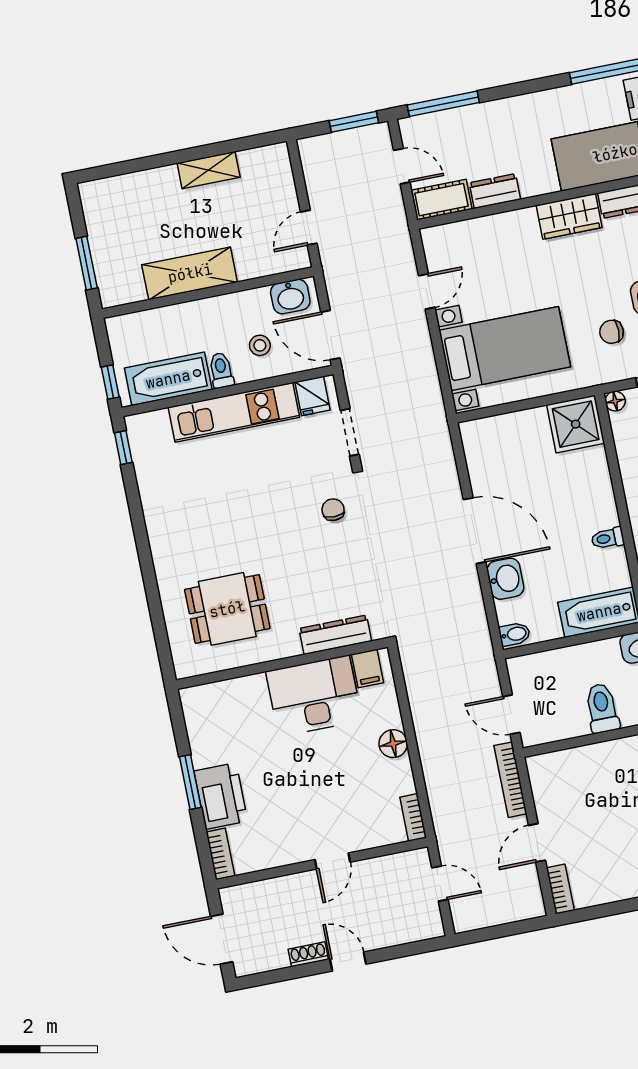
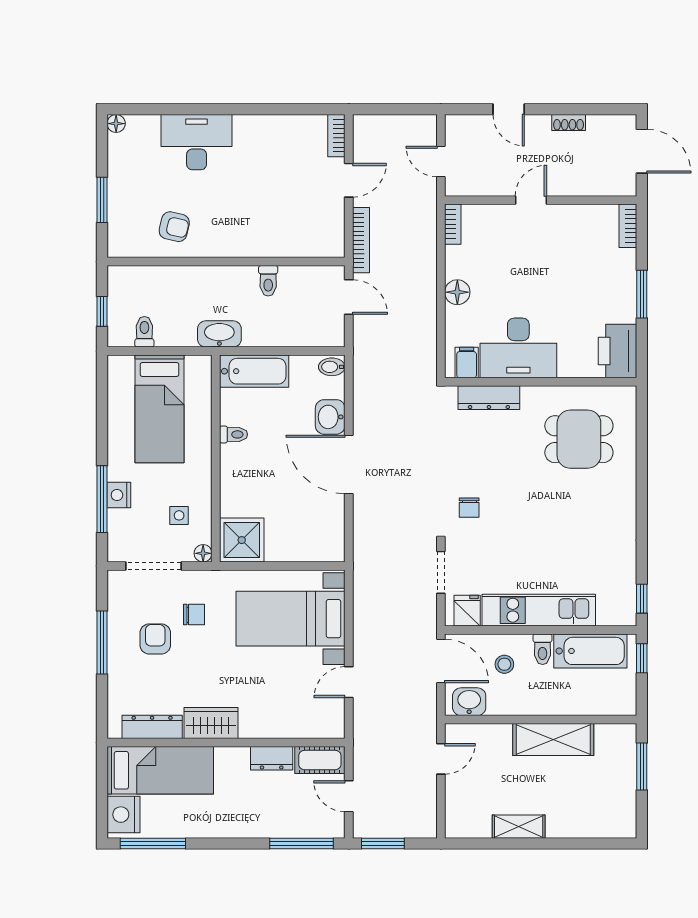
toilet: (602, 708) -> (268, 281), width x0.73, depth x0.72
printer: (221, 796) -> (617, 351), moved
door: (348, 962) -> (509, 109), moved

